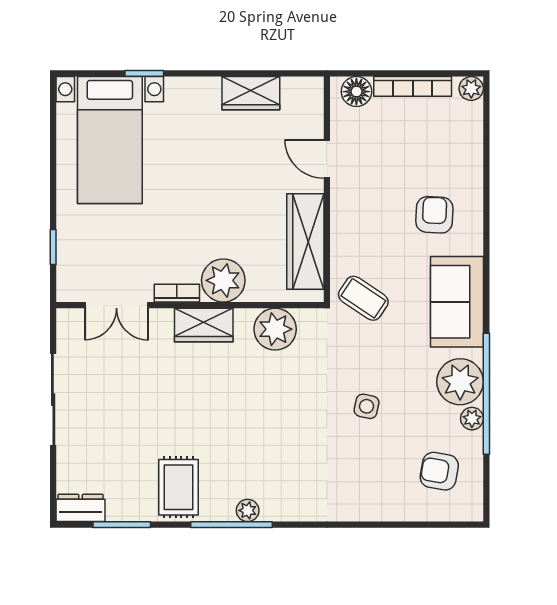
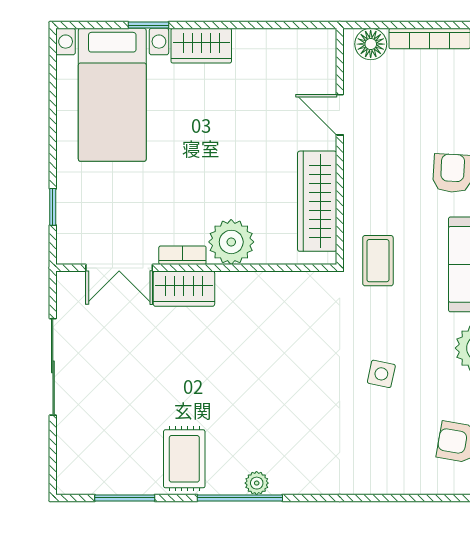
wardrobe: (251, 93) -> (201, 46), moved
coffee table: (363, 298) -> (378, 261), turned 56
wardrobe: (204, 325) -> (184, 289), moved
plant: (275, 329) -> (286, 293), removed
dresser: (81, 508) -> (82, 480), removed

